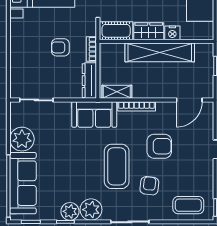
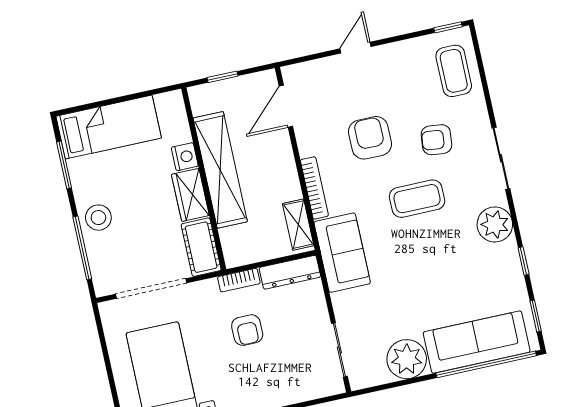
door: (189, 100) -> (286, 106), swing flipped
coffee table: (117, 166) -> (417, 199), width x0.73, depth x0.76
plant: (70, 211) -> (505, 257), removed

